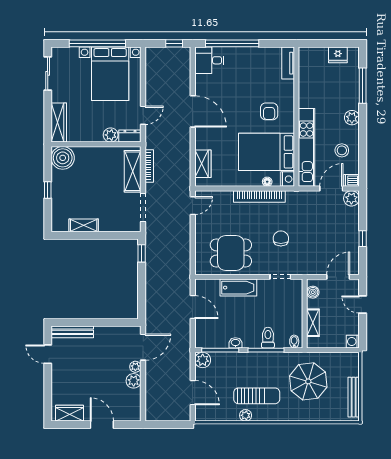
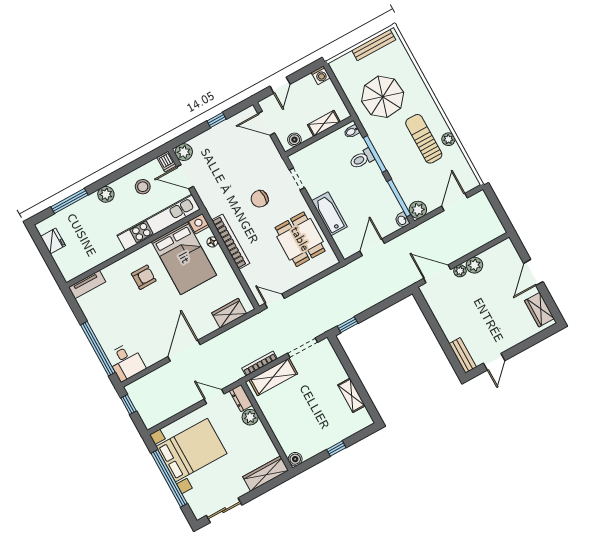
boiler: (63, 158) -> (295, 459), width x0.54, depth x0.54
bench: (72, 332) -> (463, 355), width x0.73
washbasin: (235, 343) -> (402, 220), moved

